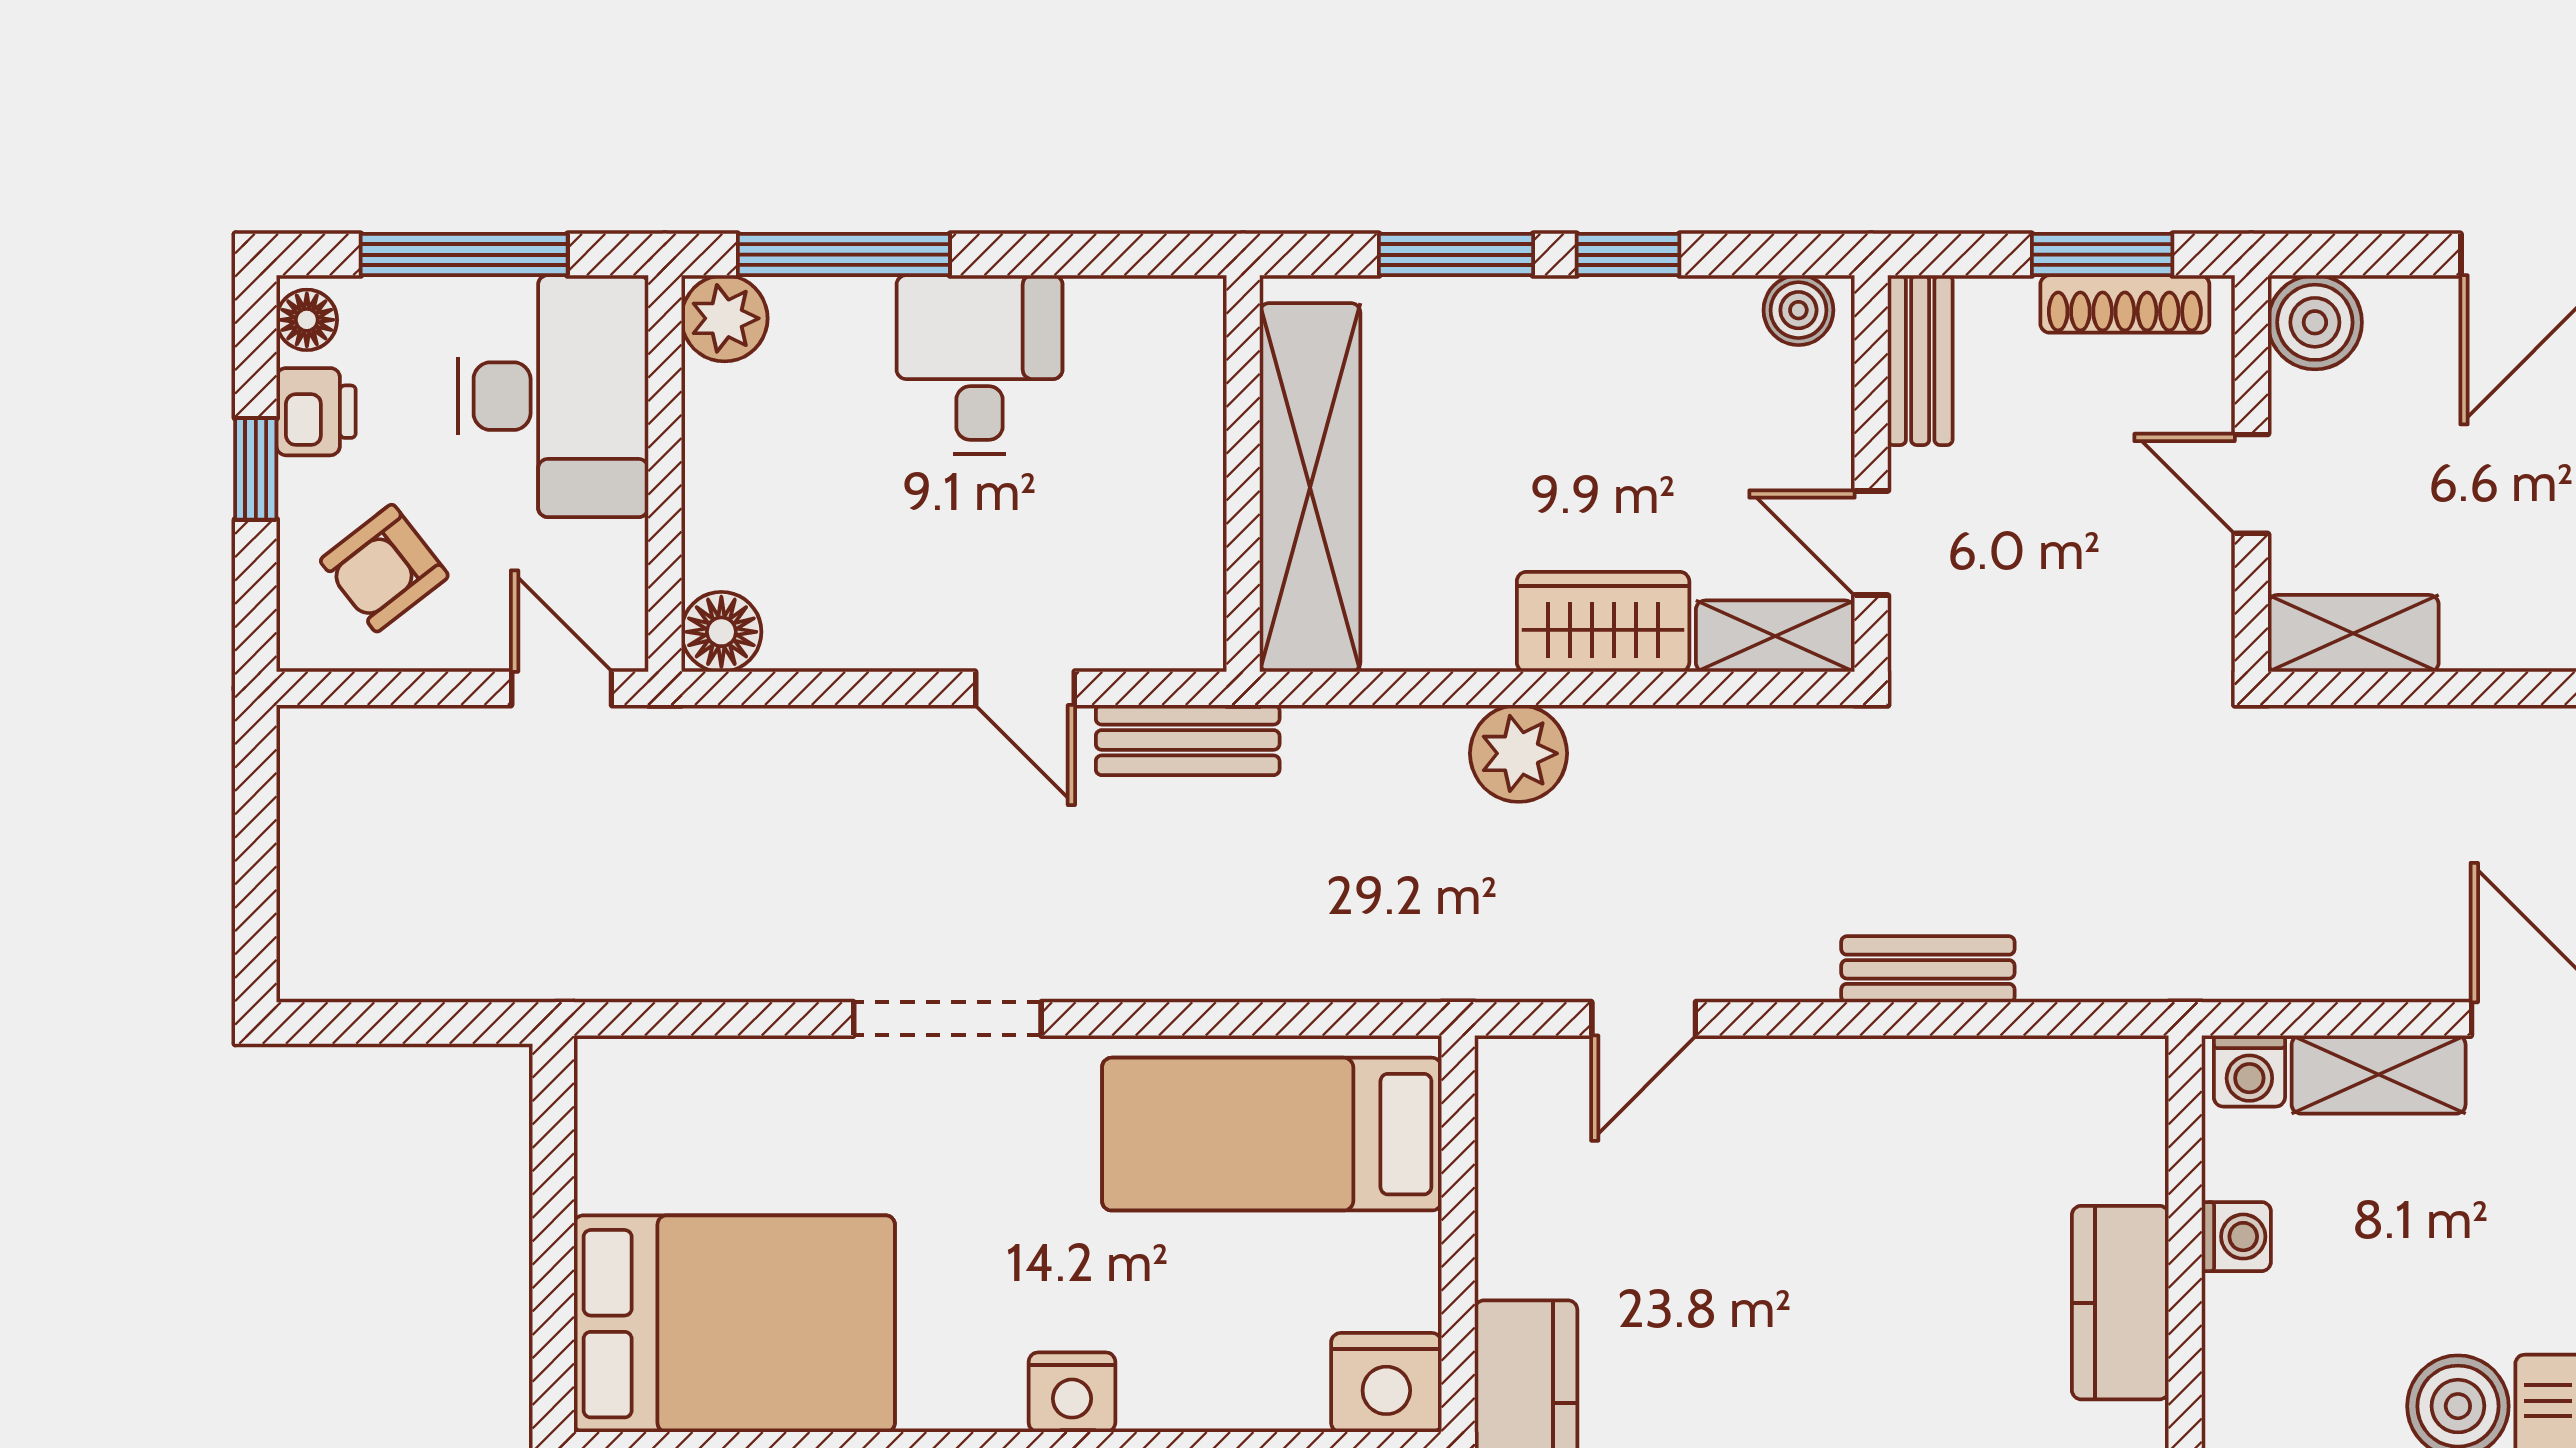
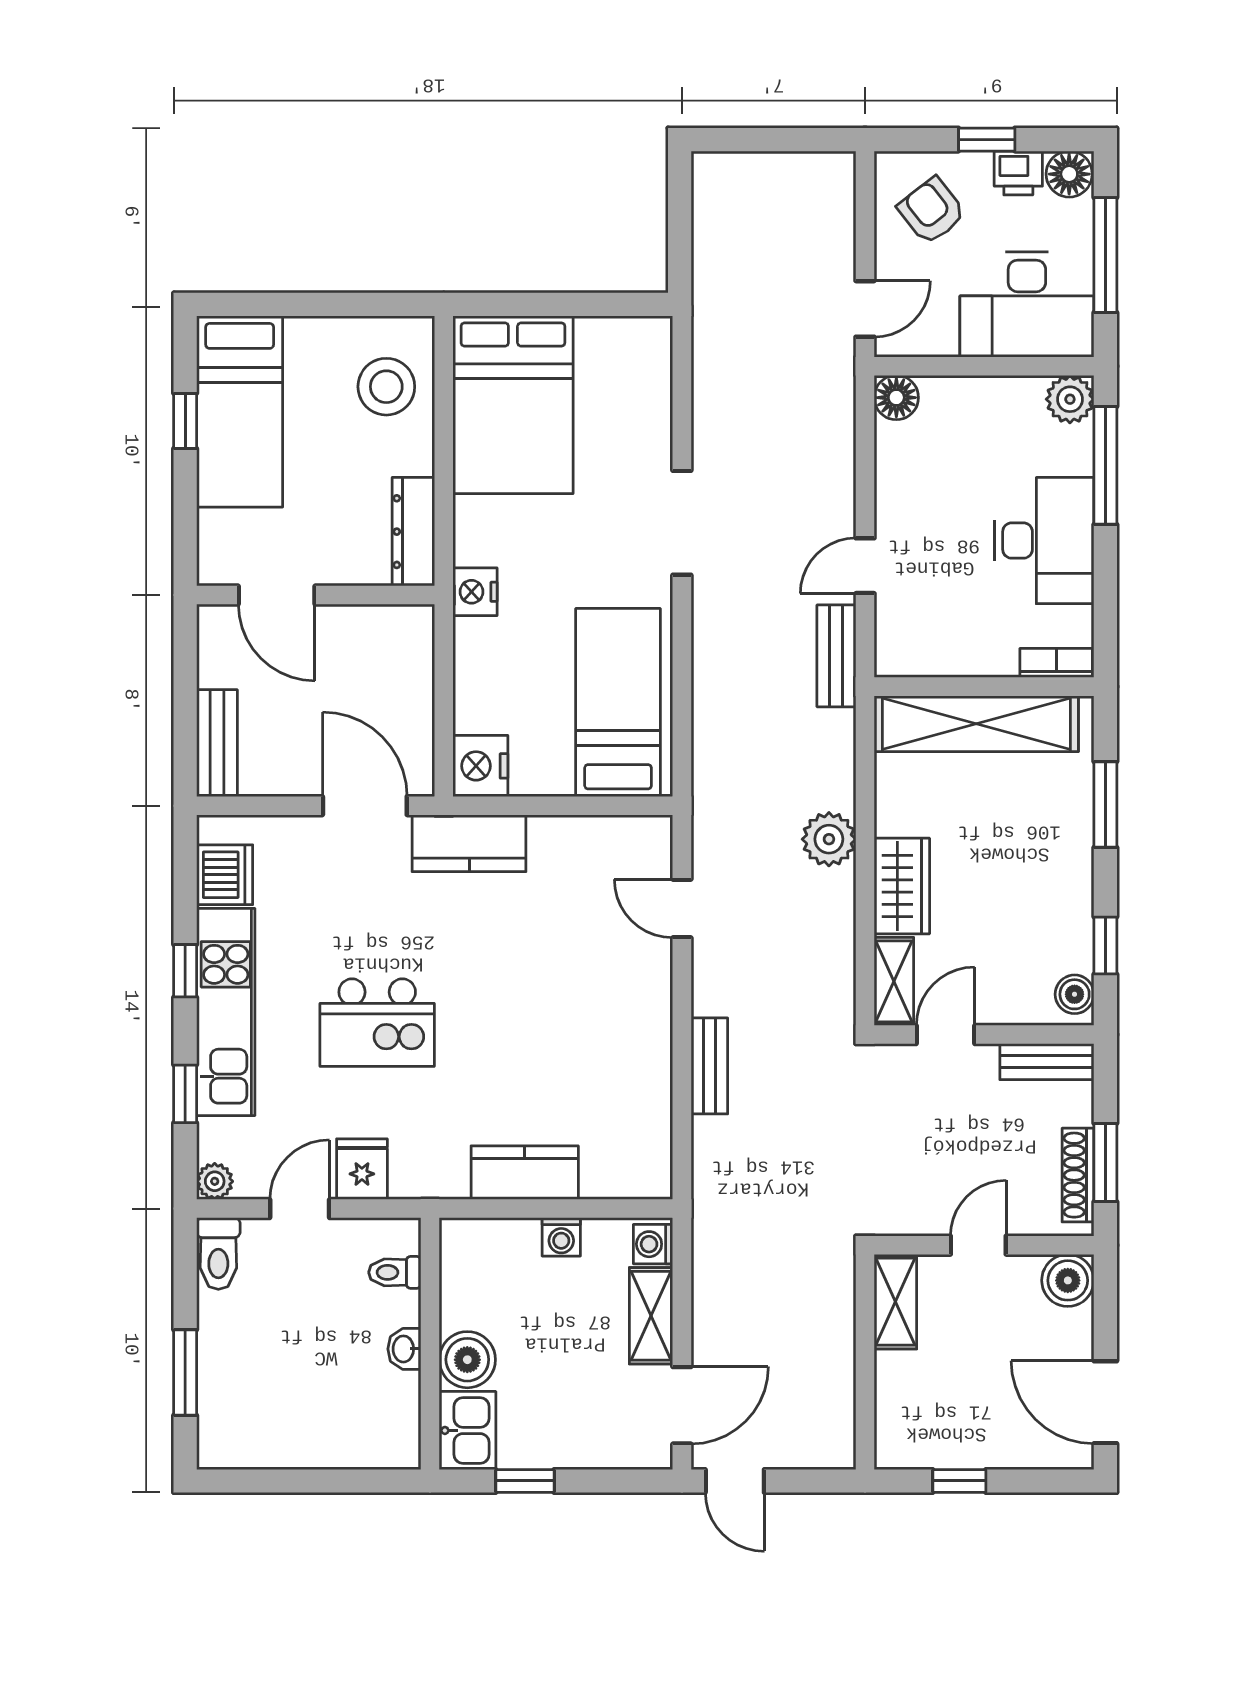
window: (1628, 255) -> (1105, 945), moved
floor lamp: (307, 320) -> (1069, 174), width x1.37, depth x1.37
bookcase: (1201, 343) -> (1056, 663), added
desk: (979, 365) -> (1044, 541), width x1.37

